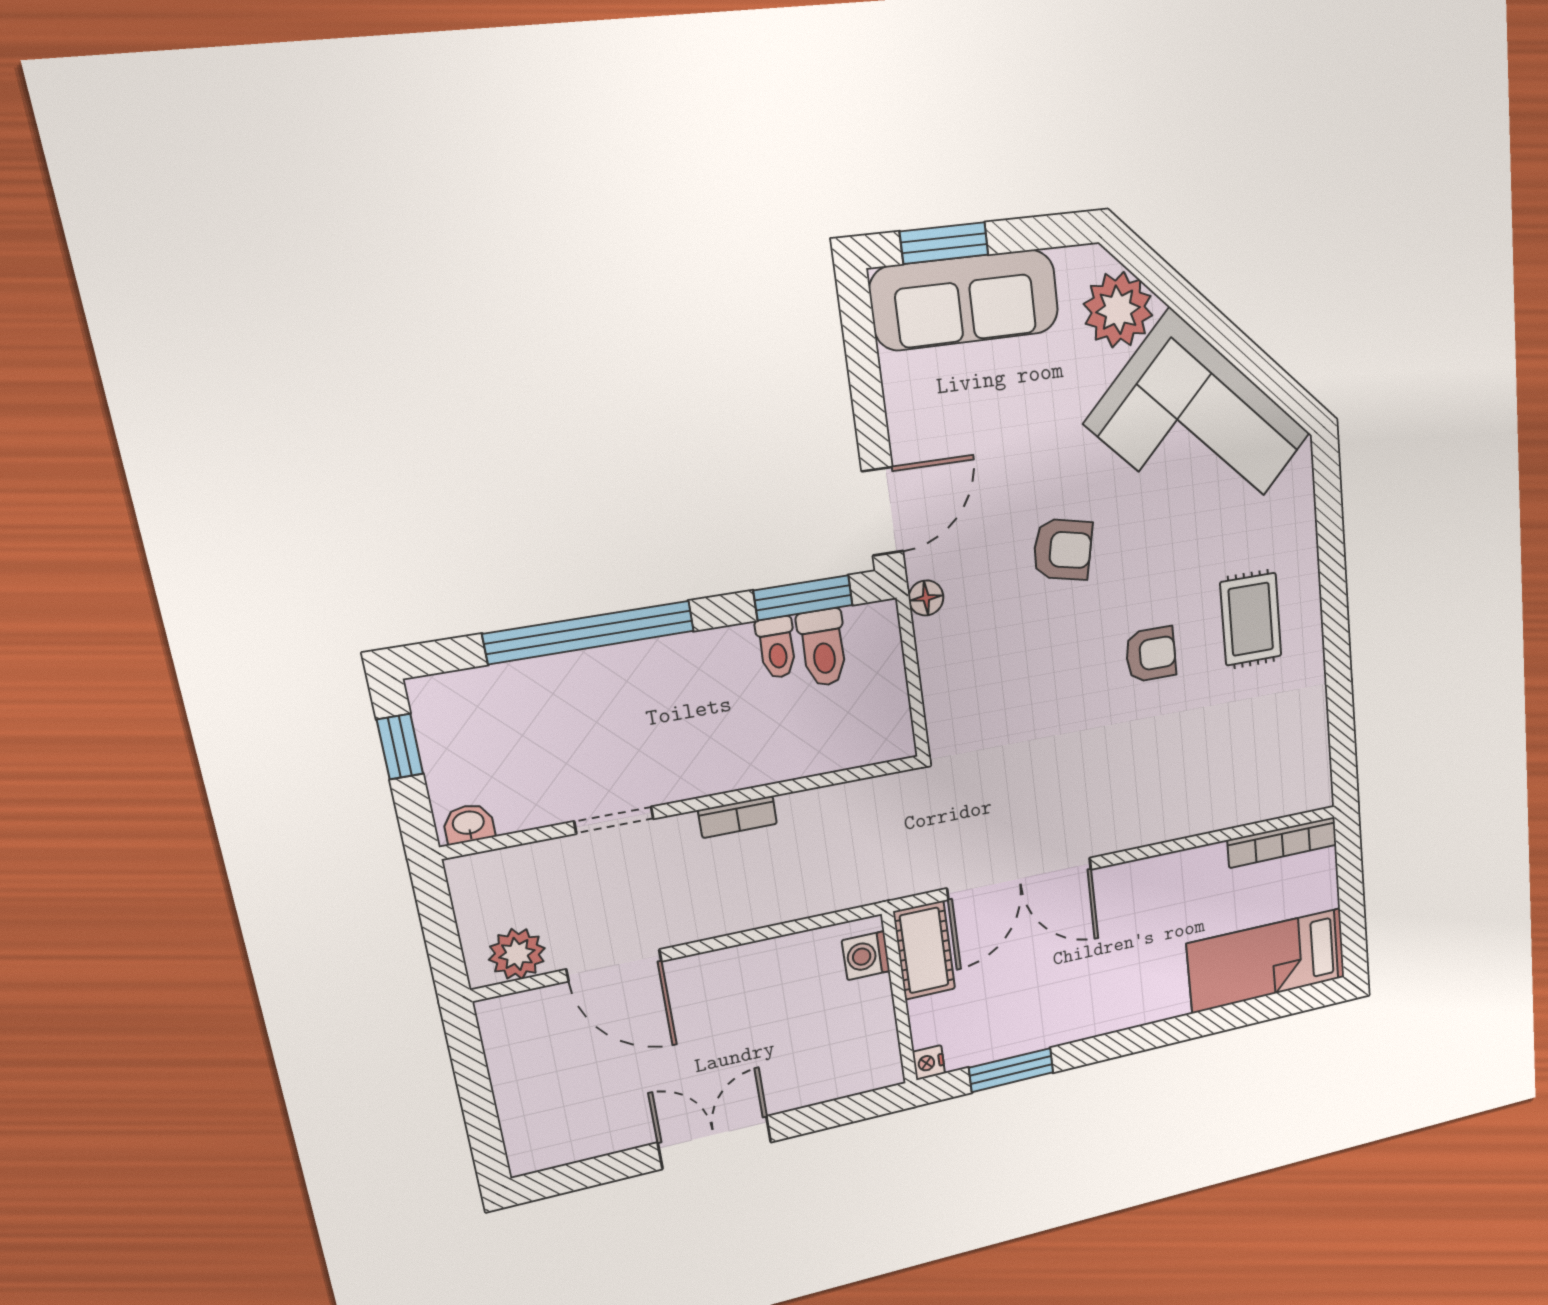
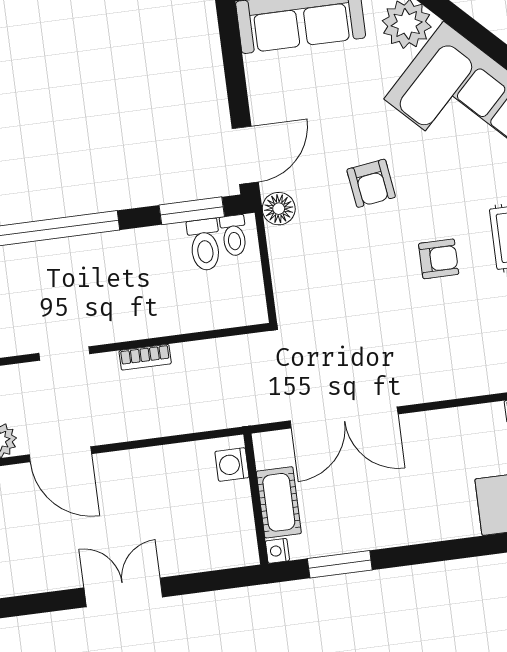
armchair: (1063, 550) -> (371, 183), turned 70
floor lamp: (926, 598) -> (279, 209), width x1.37, depth x1.37
toilet: (777, 648) -> (234, 235), moved
cot: (924, 950) -> (279, 502), moved

